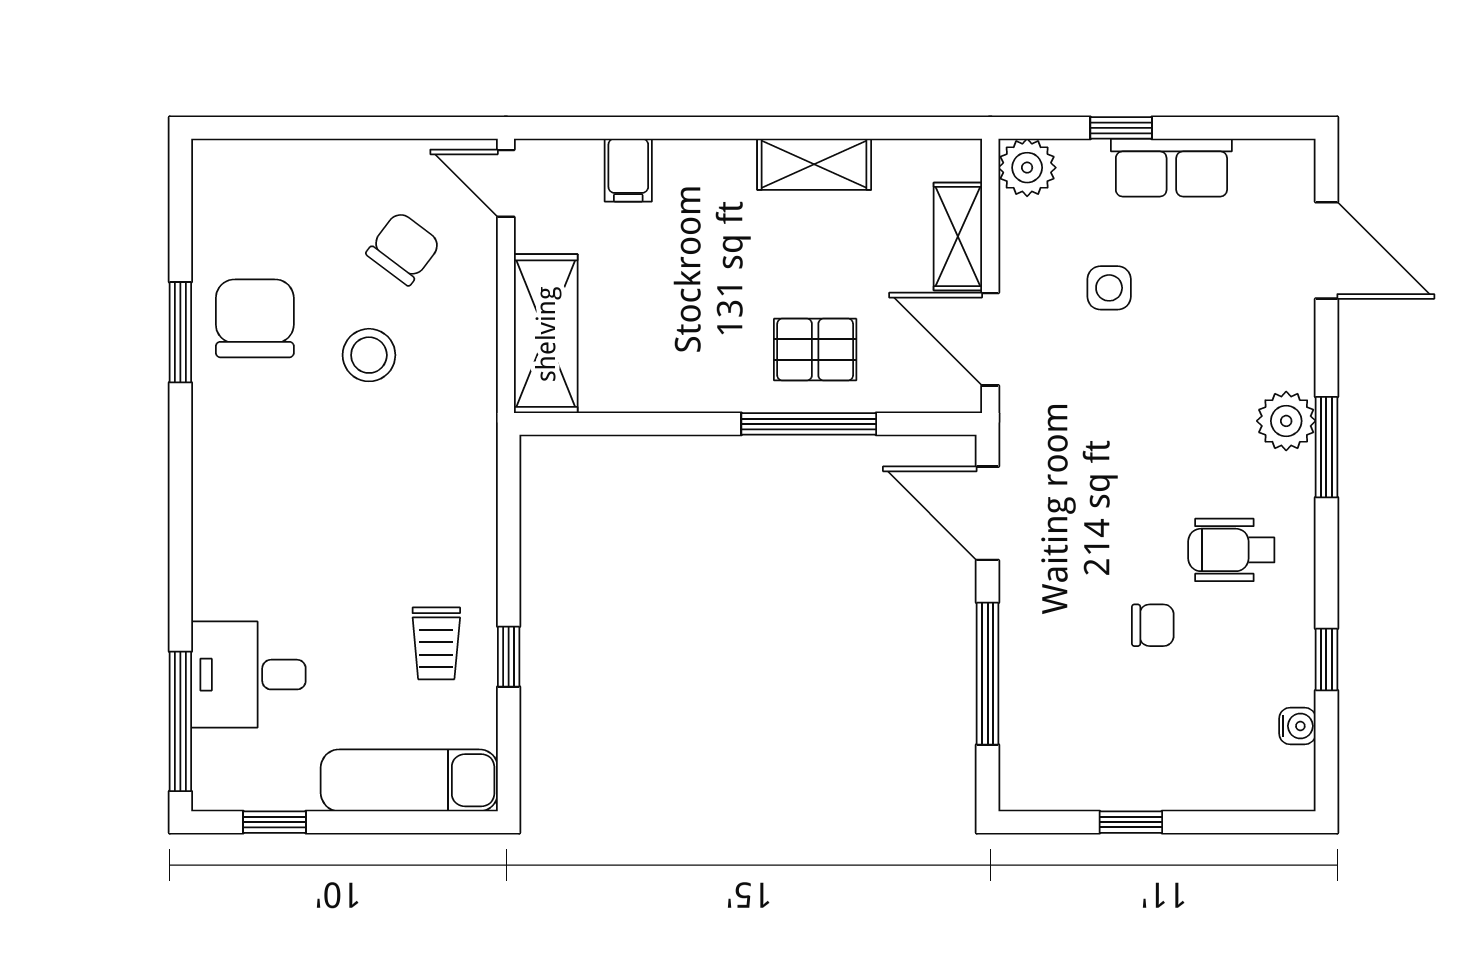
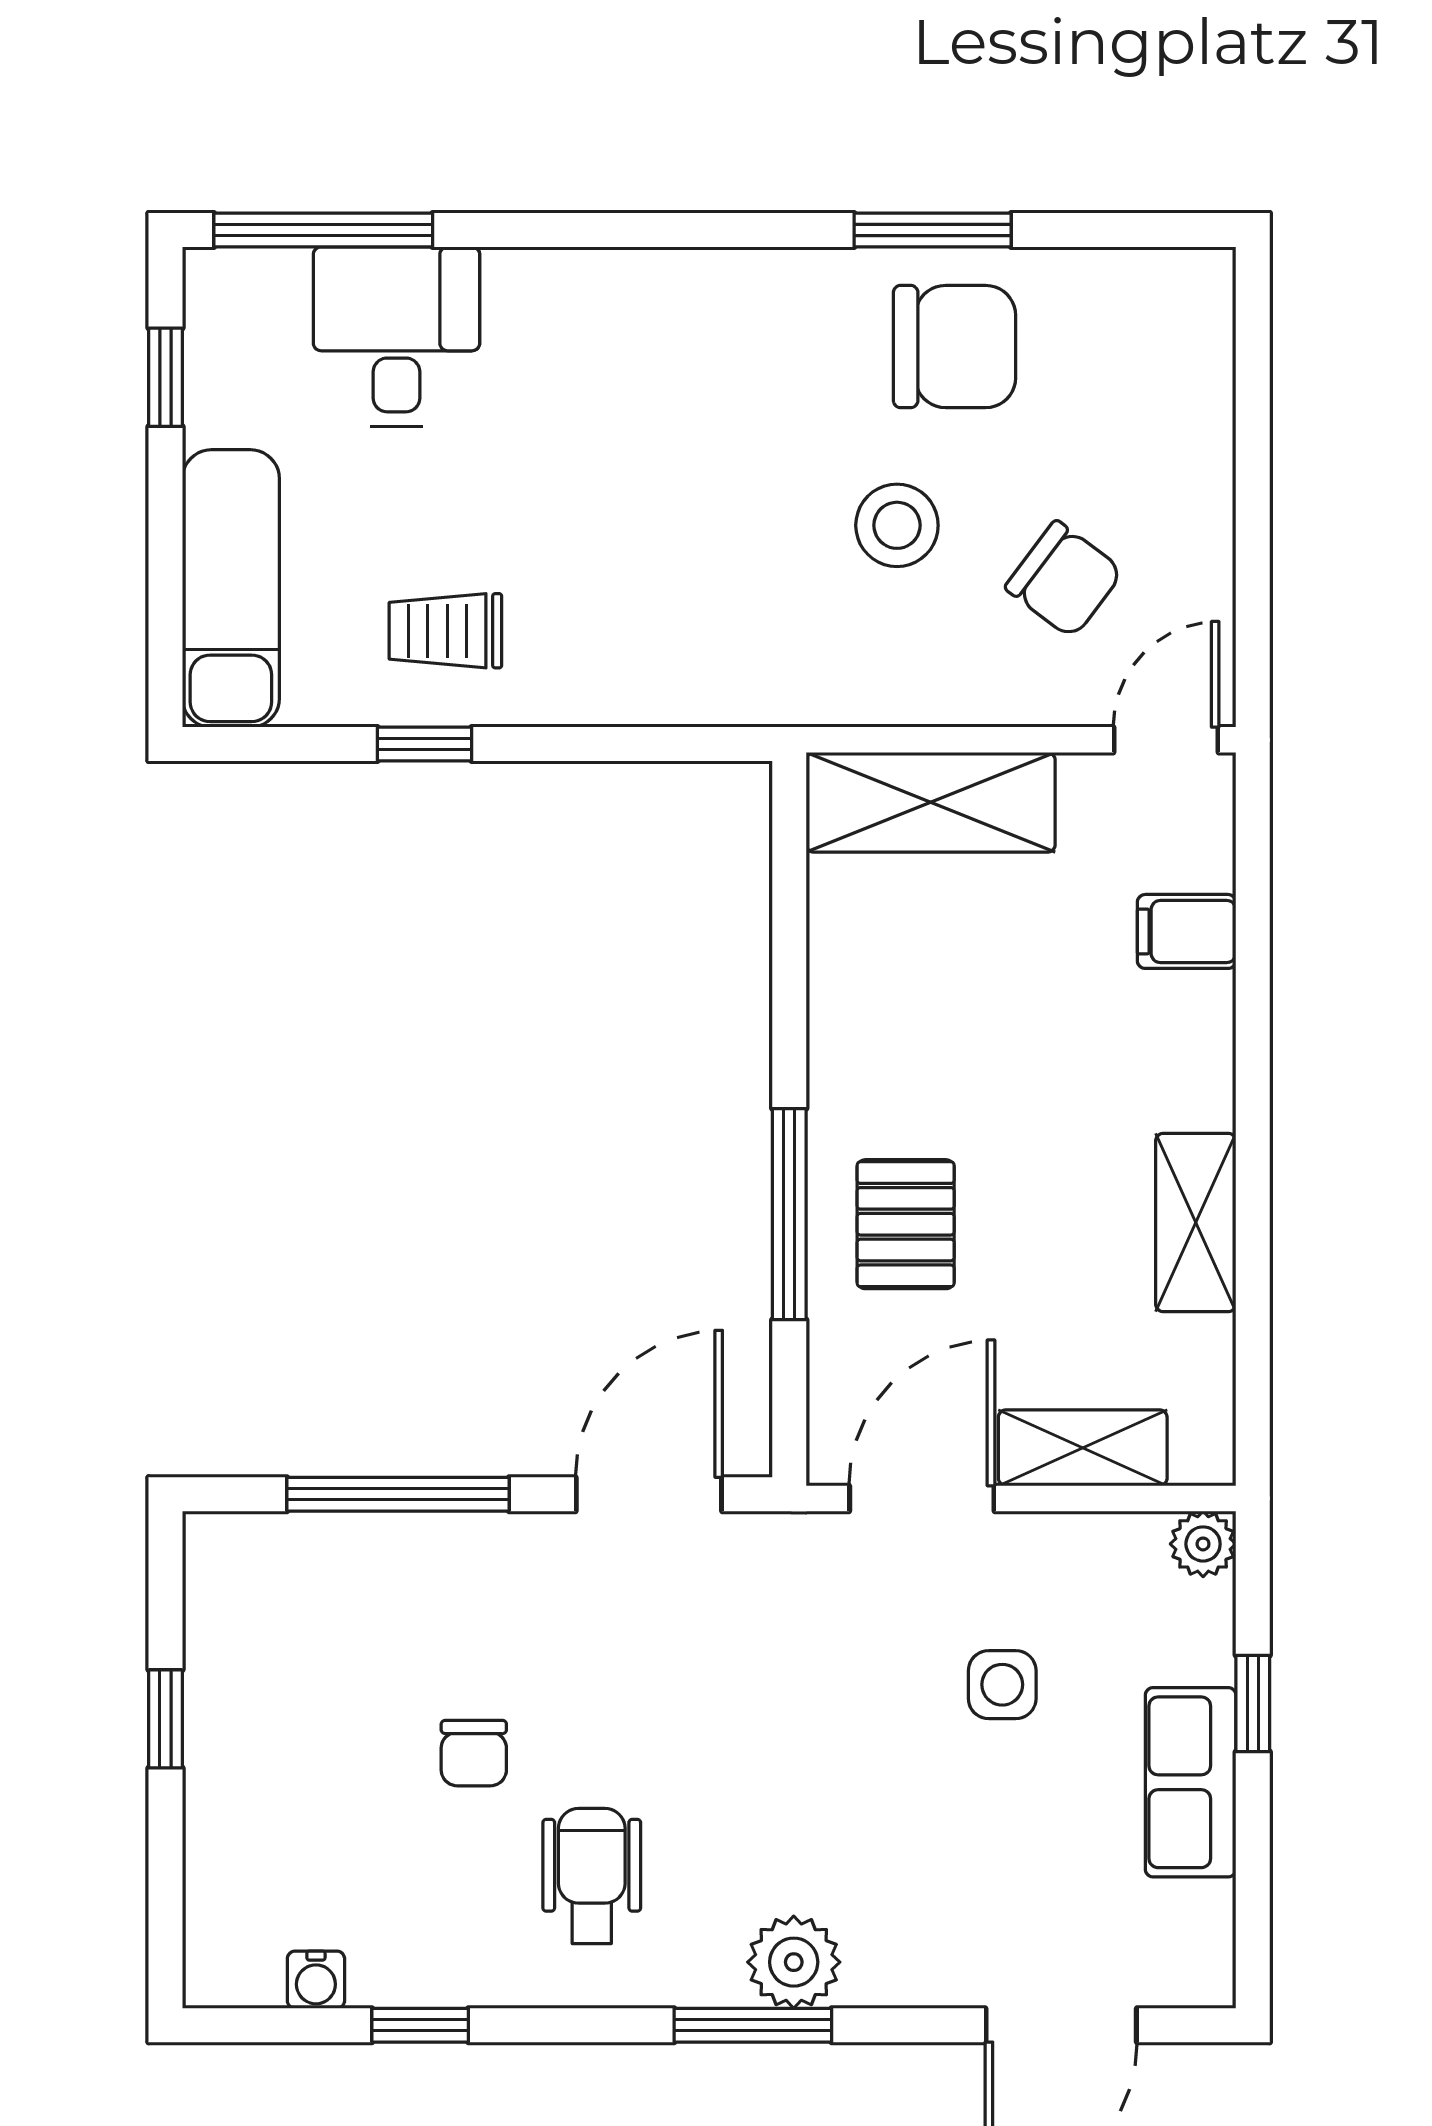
plant: (1027, 168) -> (1203, 1544), width x0.73, depth x0.73

